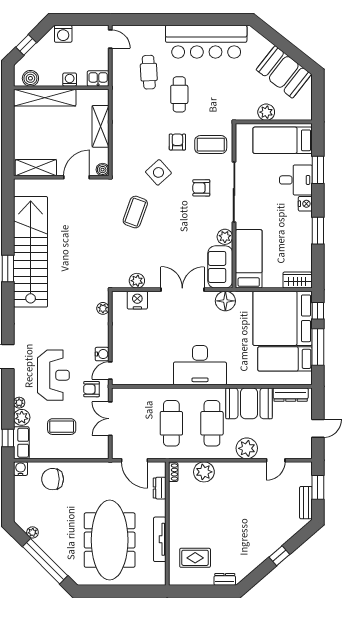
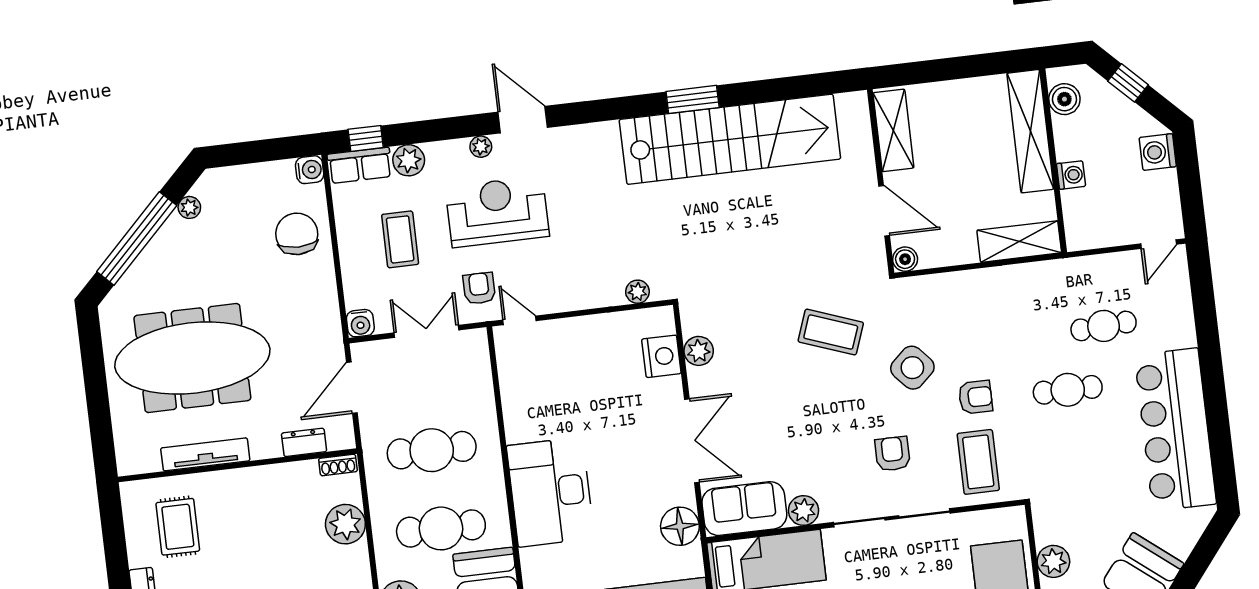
kitchen sink: (98, 79) -> (1080, 230), removed
shelving: (100, 126) -> (1019, 242), moved
water cooler: (102, 354) -> (360, 323), moved
reception desk: (53, 375) -> (497, 212), turned 180
plant: (19, 403) -> (481, 147), moved

